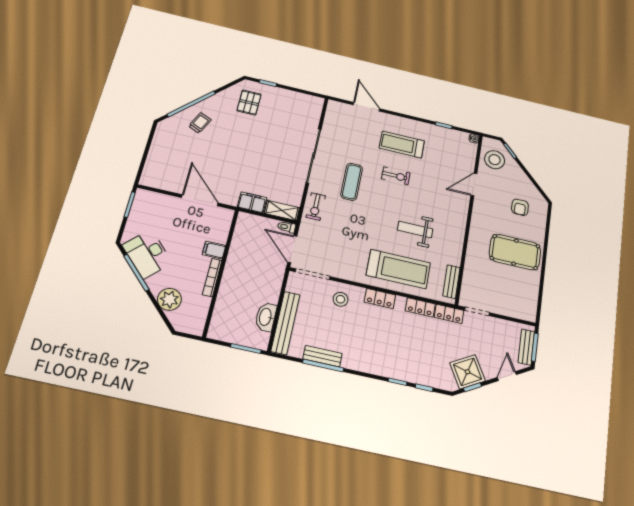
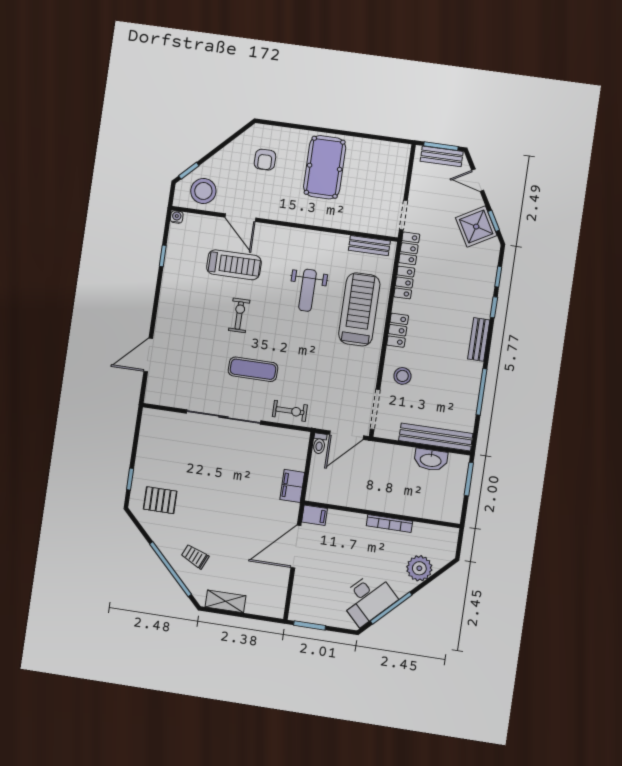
treadmill: (402, 145) -> (234, 265), moved, turned -90
armchair: (520, 207) -> (265, 160), turned 90
shelving: (282, 210) -> (225, 601), moved, turned 90
filing cabinet: (214, 250) -> (315, 515), moved, turned -90
bench: (322, 356) -> (479, 339), moved

